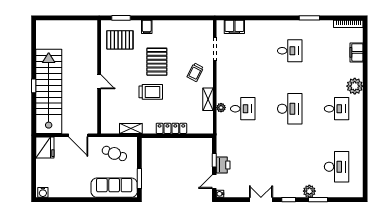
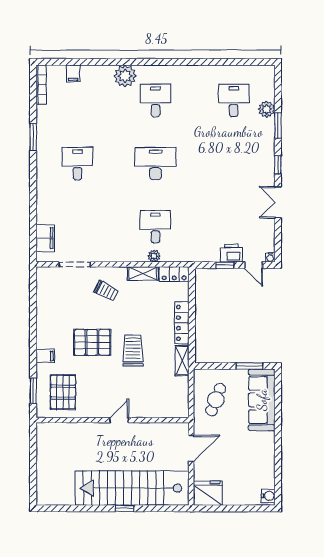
filing cabinet: (357, 52) -> (73, 74), width x0.50
locker: (208, 122) -> (174, 274), added
shelving: (131, 128) -> (182, 360), moved
desk: (337, 167) -> (234, 100), width x0.73
plant: (309, 191) -> (267, 109), moved

